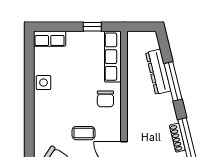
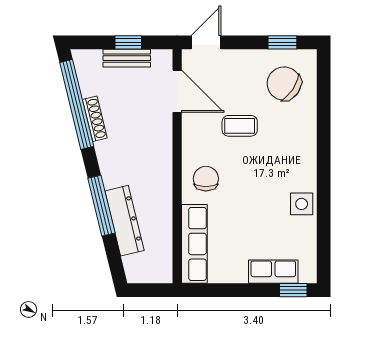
window: (92, 27) -> (293, 290), moved
row of seats: (50, 39) -> (273, 272), moved

